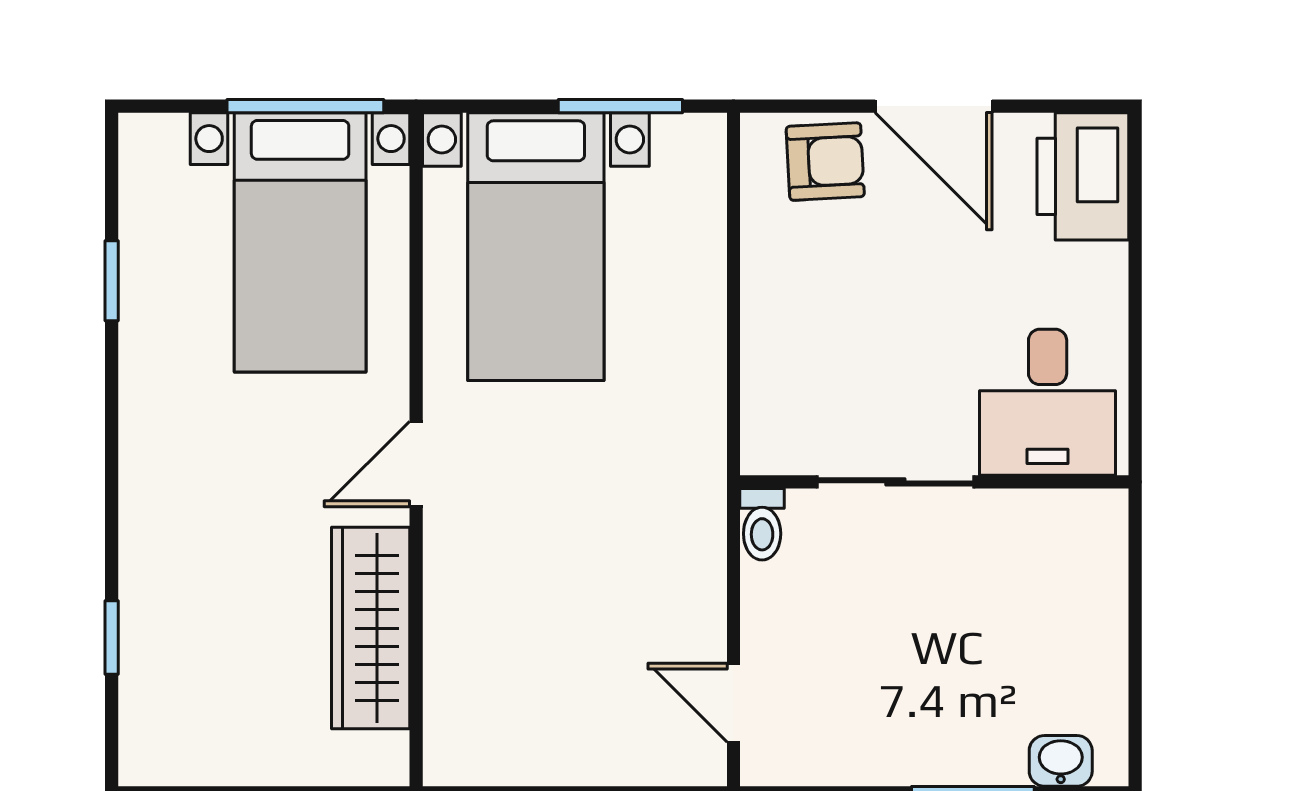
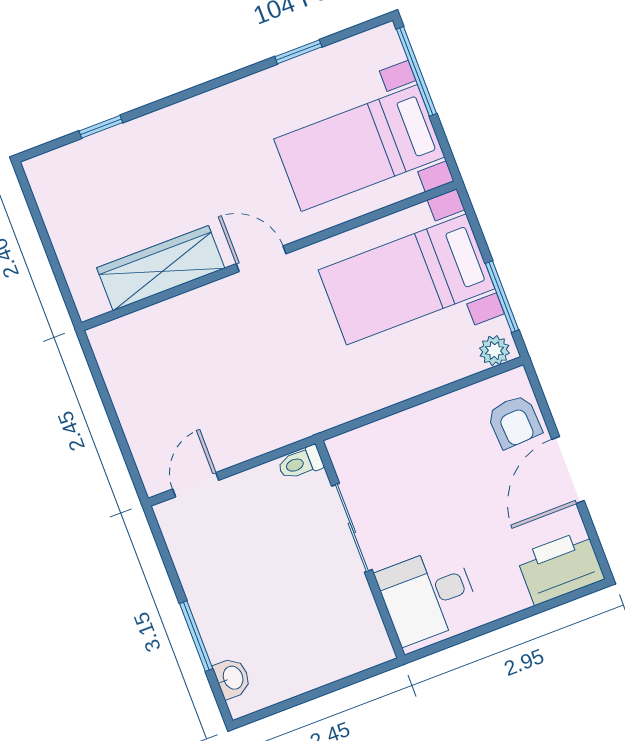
window: (305, 106) -> (416, 71), moved
plant: (701, 151) -> (494, 351), added

